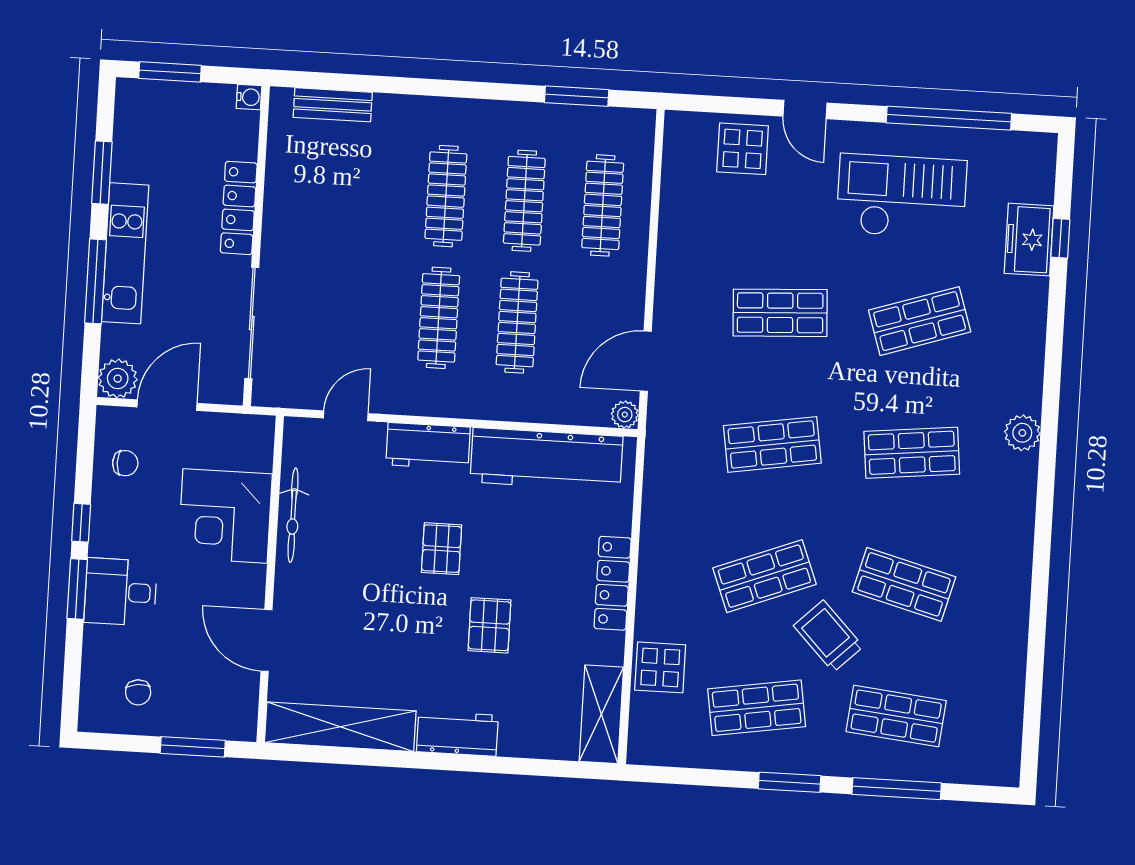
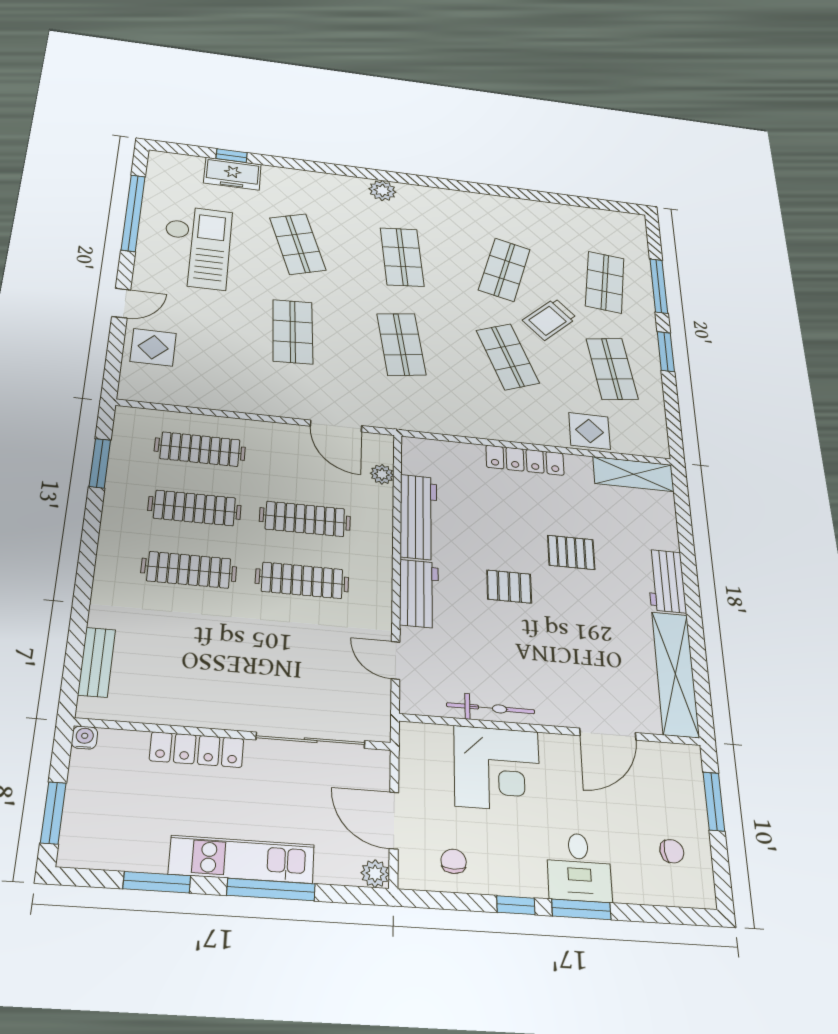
checkout: (901, 196) -> (197, 247), turned 180
plant: (118, 379) -> (375, 874), width x0.73, depth x0.73
plant: (625, 415) -> (382, 474), moved
workbench: (547, 459) -> (419, 517), width x0.73, depth x0.76

